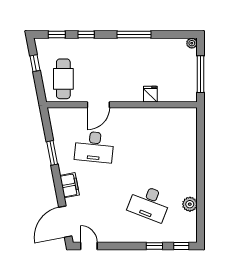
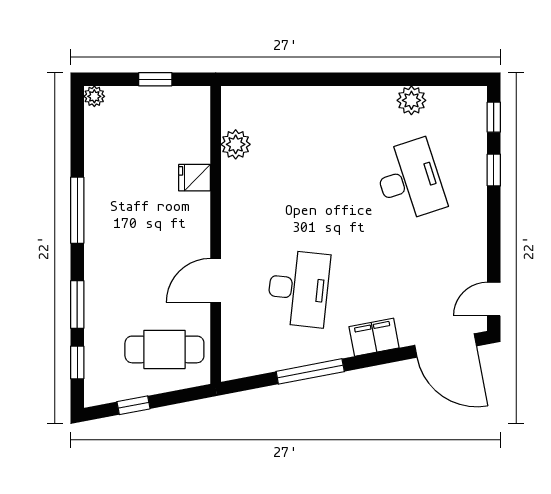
window: (86, 35) -> (77, 305), width x1.50
window: (200, 74) -> (155, 79), width x0.46
door: (98, 105) -> (216, 280), swing flipped
plant: (167, 115) -> (236, 144), added
window: (52, 153) -> (310, 371), width x1.44
desk: (149, 203) -> (410, 180), turned -39

